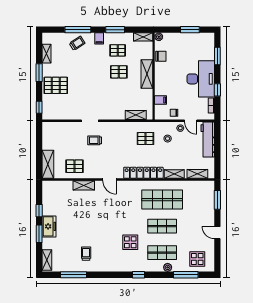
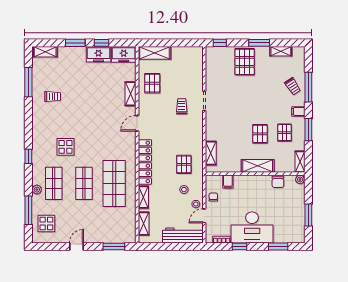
freezer: (49, 191) -> (124, 54), added
freezer: (49, 226) -> (98, 54), moved

